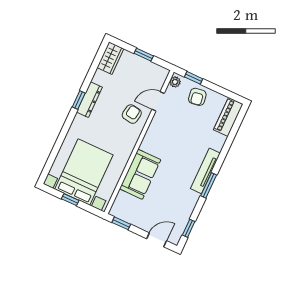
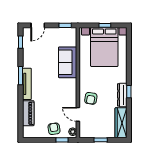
wardrobe: (110, 58) -> (121, 123), width x1.50
door: (158, 101) -> (78, 114), swing flipped
piano: (228, 117) -> (28, 113), moved

